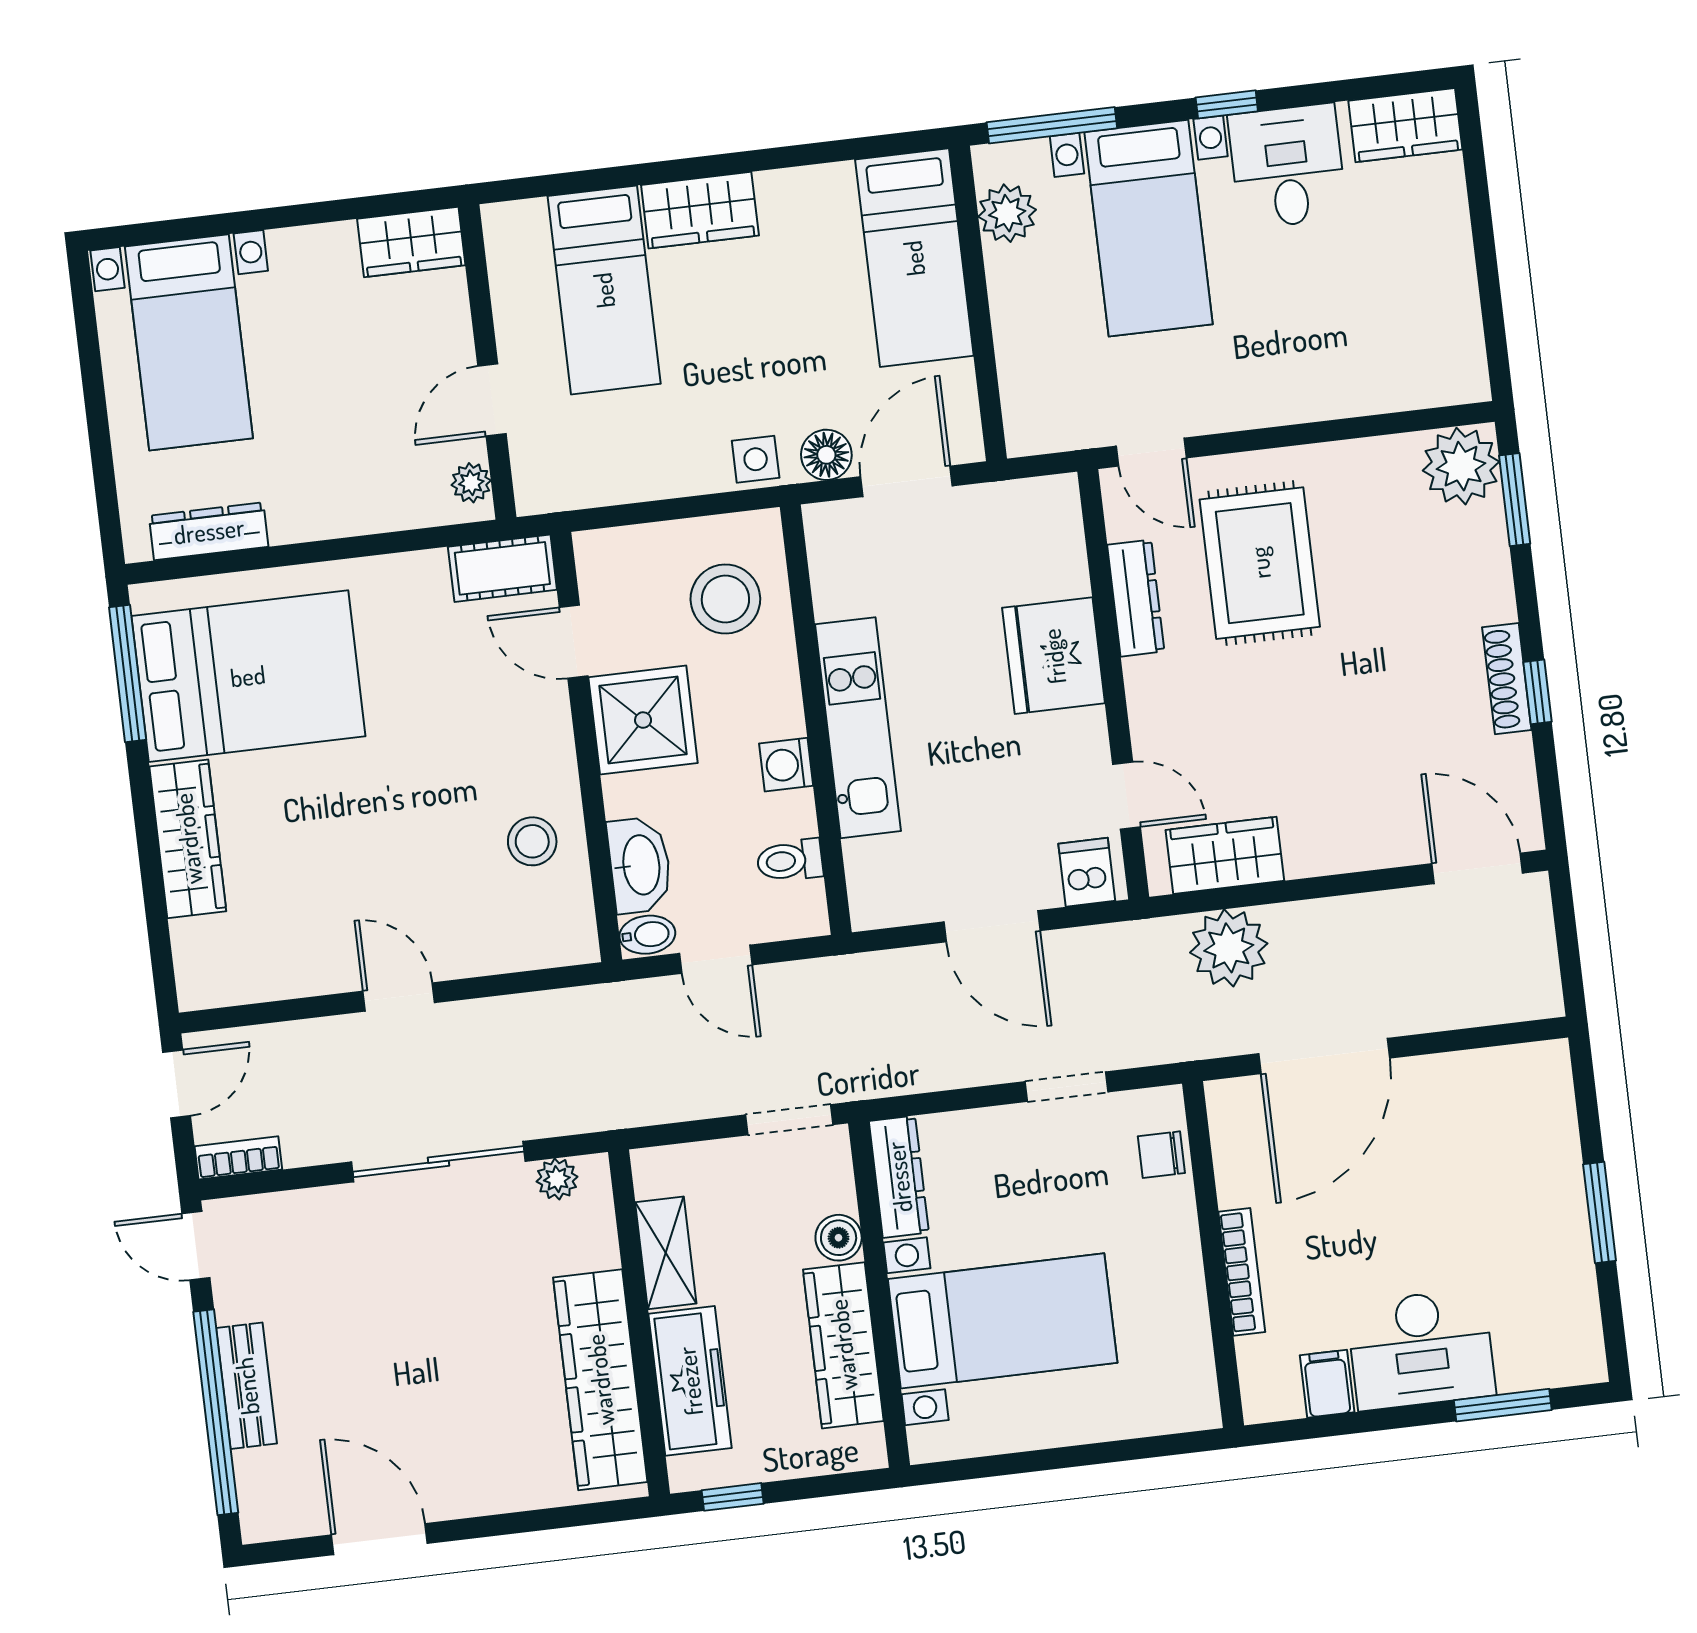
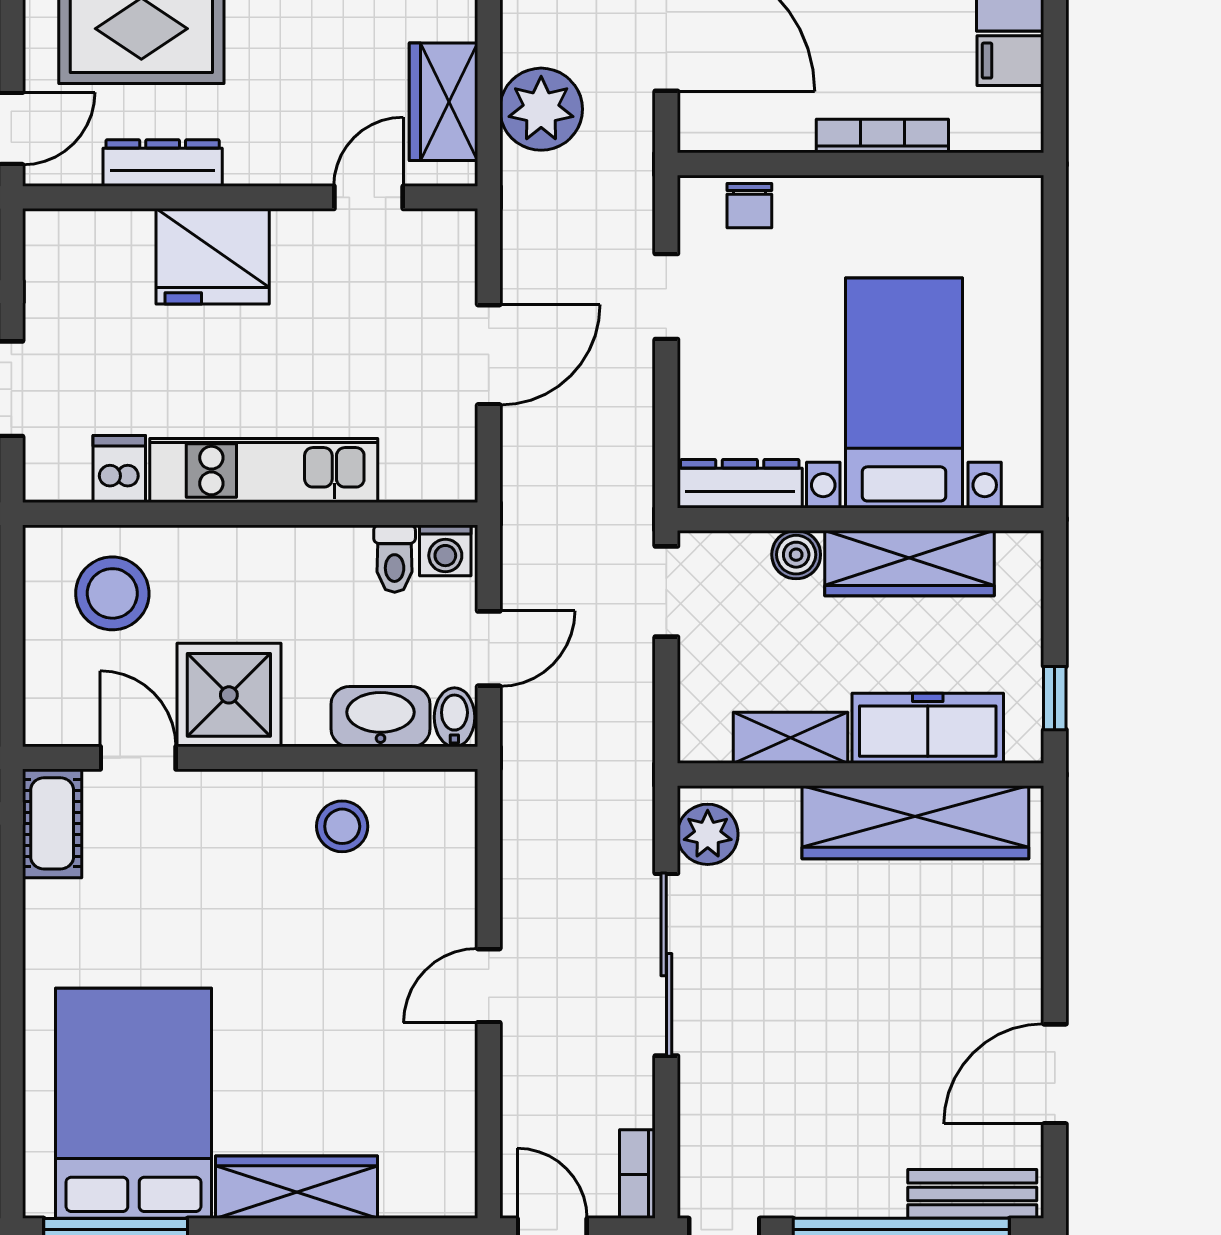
door: (574, 642) -> (138, 758), swing flipped
washing machine: (786, 765) -> (445, 550), moved
dishwasher: (1087, 872) -> (119, 469), moved, turned 90
plant: (557, 1179) -> (708, 834), width x1.38, depth x1.38
bench: (247, 1386) -> (972, 1194), moved

